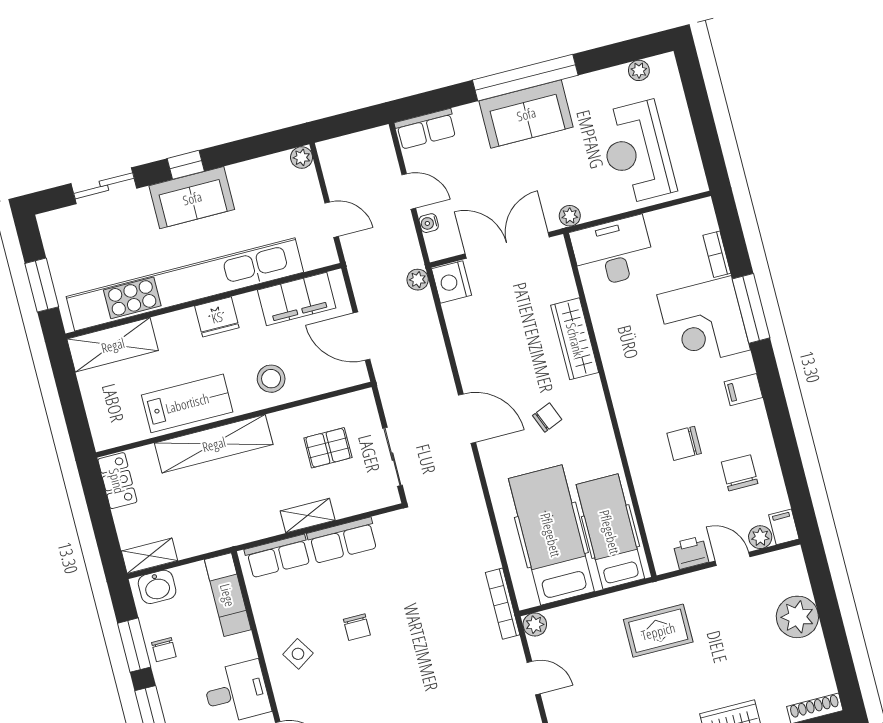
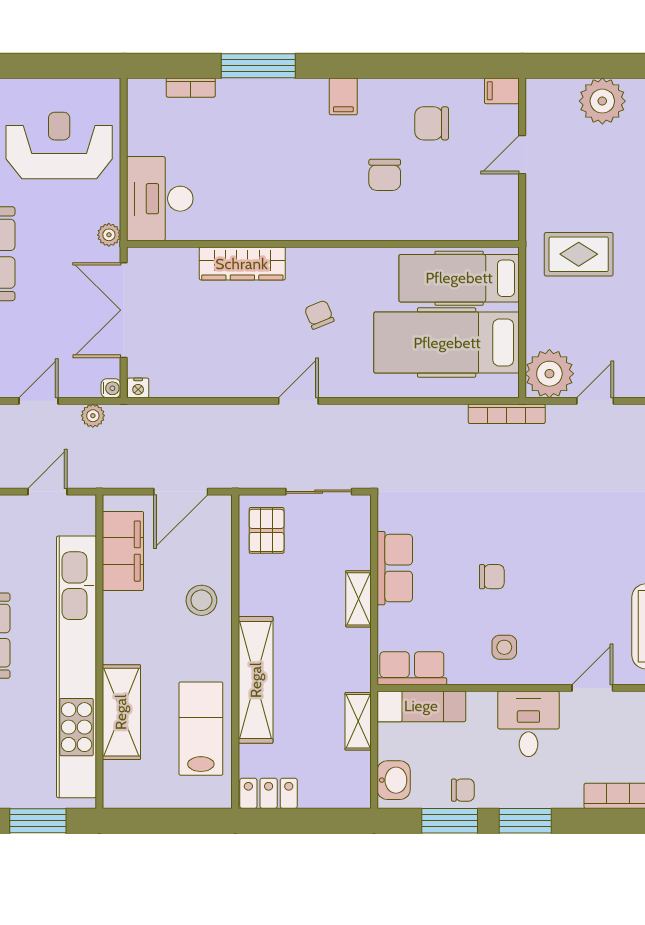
reception desk: (637, 152) -> (59, 145), turned 180
water cooler: (429, 223) -> (111, 388), moved, turned -90
plant: (418, 280) -> (93, 416), moved
nightstand: (451, 282) -> (138, 388), width x0.53, depth x0.56
fridge: (217, 317) -> (120, 641), removed
corner desk: (704, 322) -> (260, 121), removed
shelving: (113, 345) -> (121, 712), moved
lab bench: (187, 403) -> (201, 729), moved
door: (467, 419) -> (298, 401), width x0.73
pallet: (328, 448) -> (267, 530), moved
plant: (760, 537) -> (506, 119), removed
printer: (691, 553) -> (504, 198), removed
shelving: (149, 556) -> (358, 721), moved
row of seats: (278, 556) -> (412, 668), moved, turned -90
plant: (535, 625) -> (549, 374), width x1.88, depth x1.88
rug: (658, 631) -> (579, 254), turned 90
side table: (298, 654) -> (504, 647), turned 33

